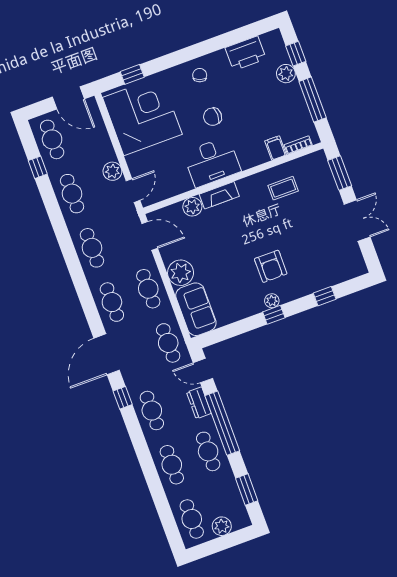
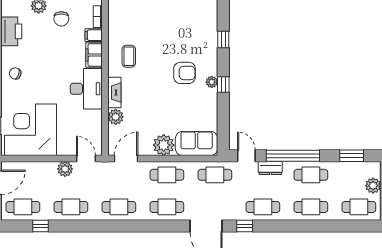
chair: (213, 117) -> (61, 19), moved
filing cabinet: (253, 157) -> (94, 55), added
coffee table: (283, 188) -> (129, 56), moved
door: (203, 371) -> (246, 156), swing flipped

